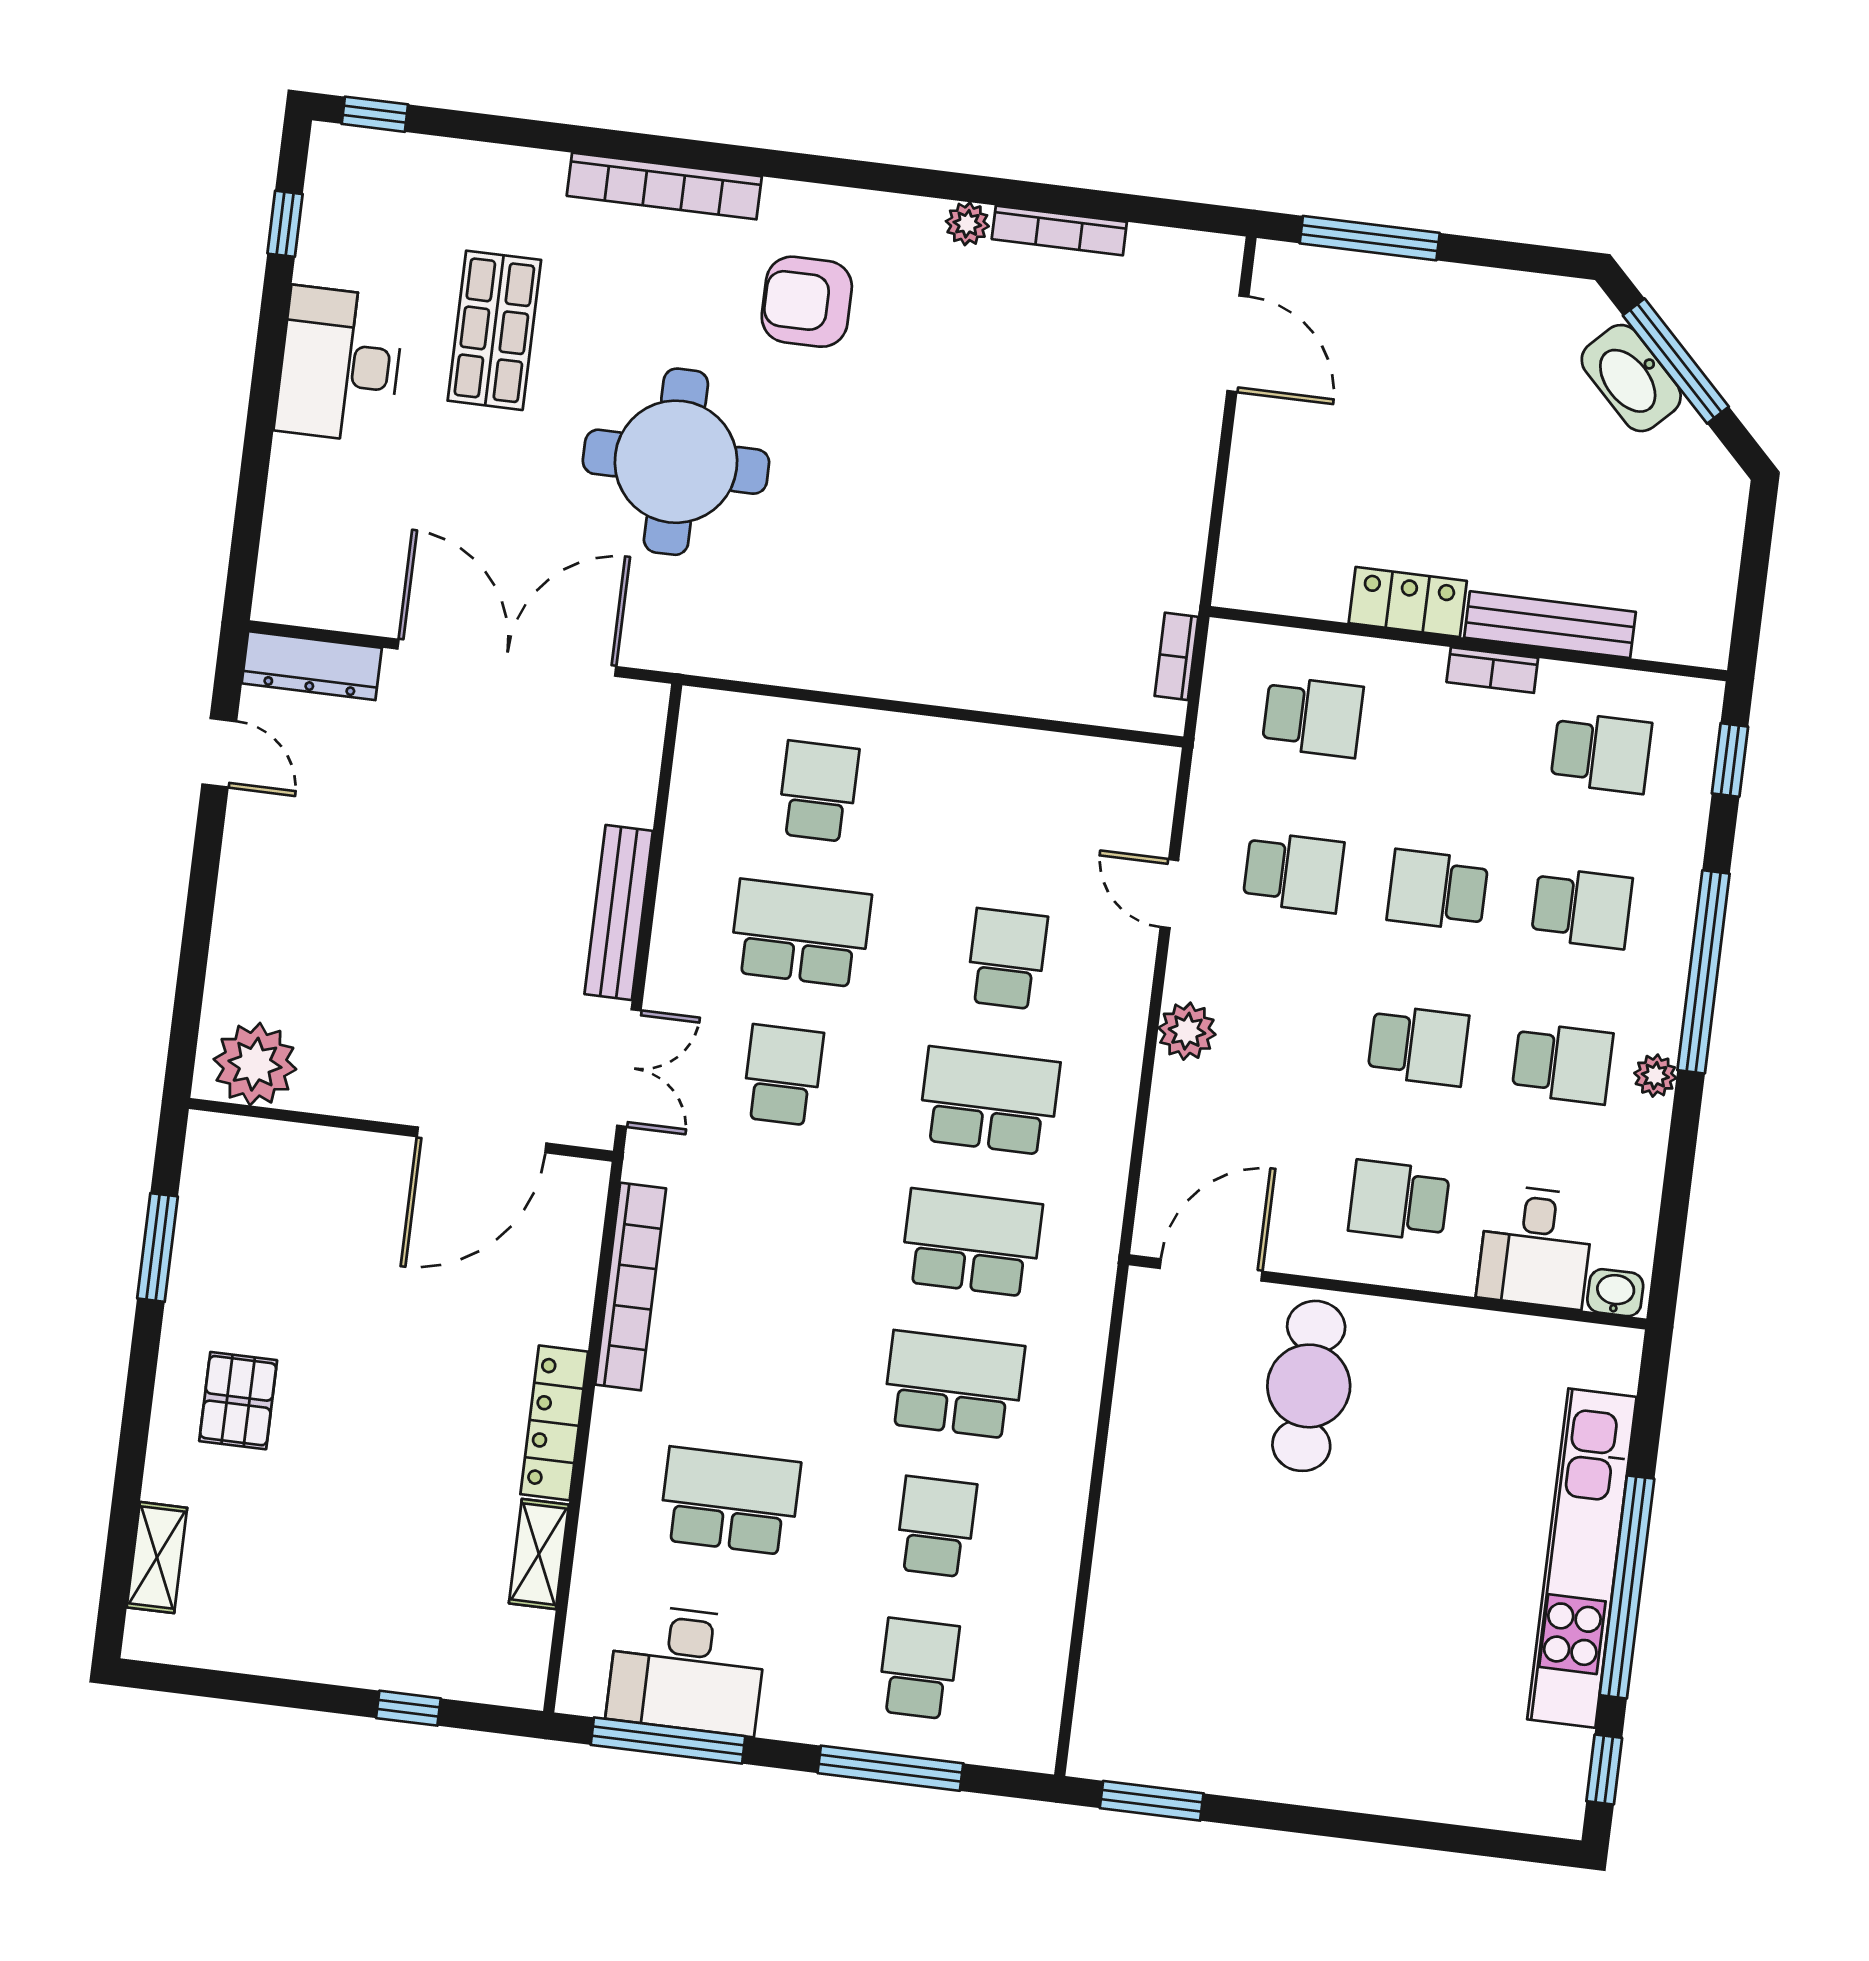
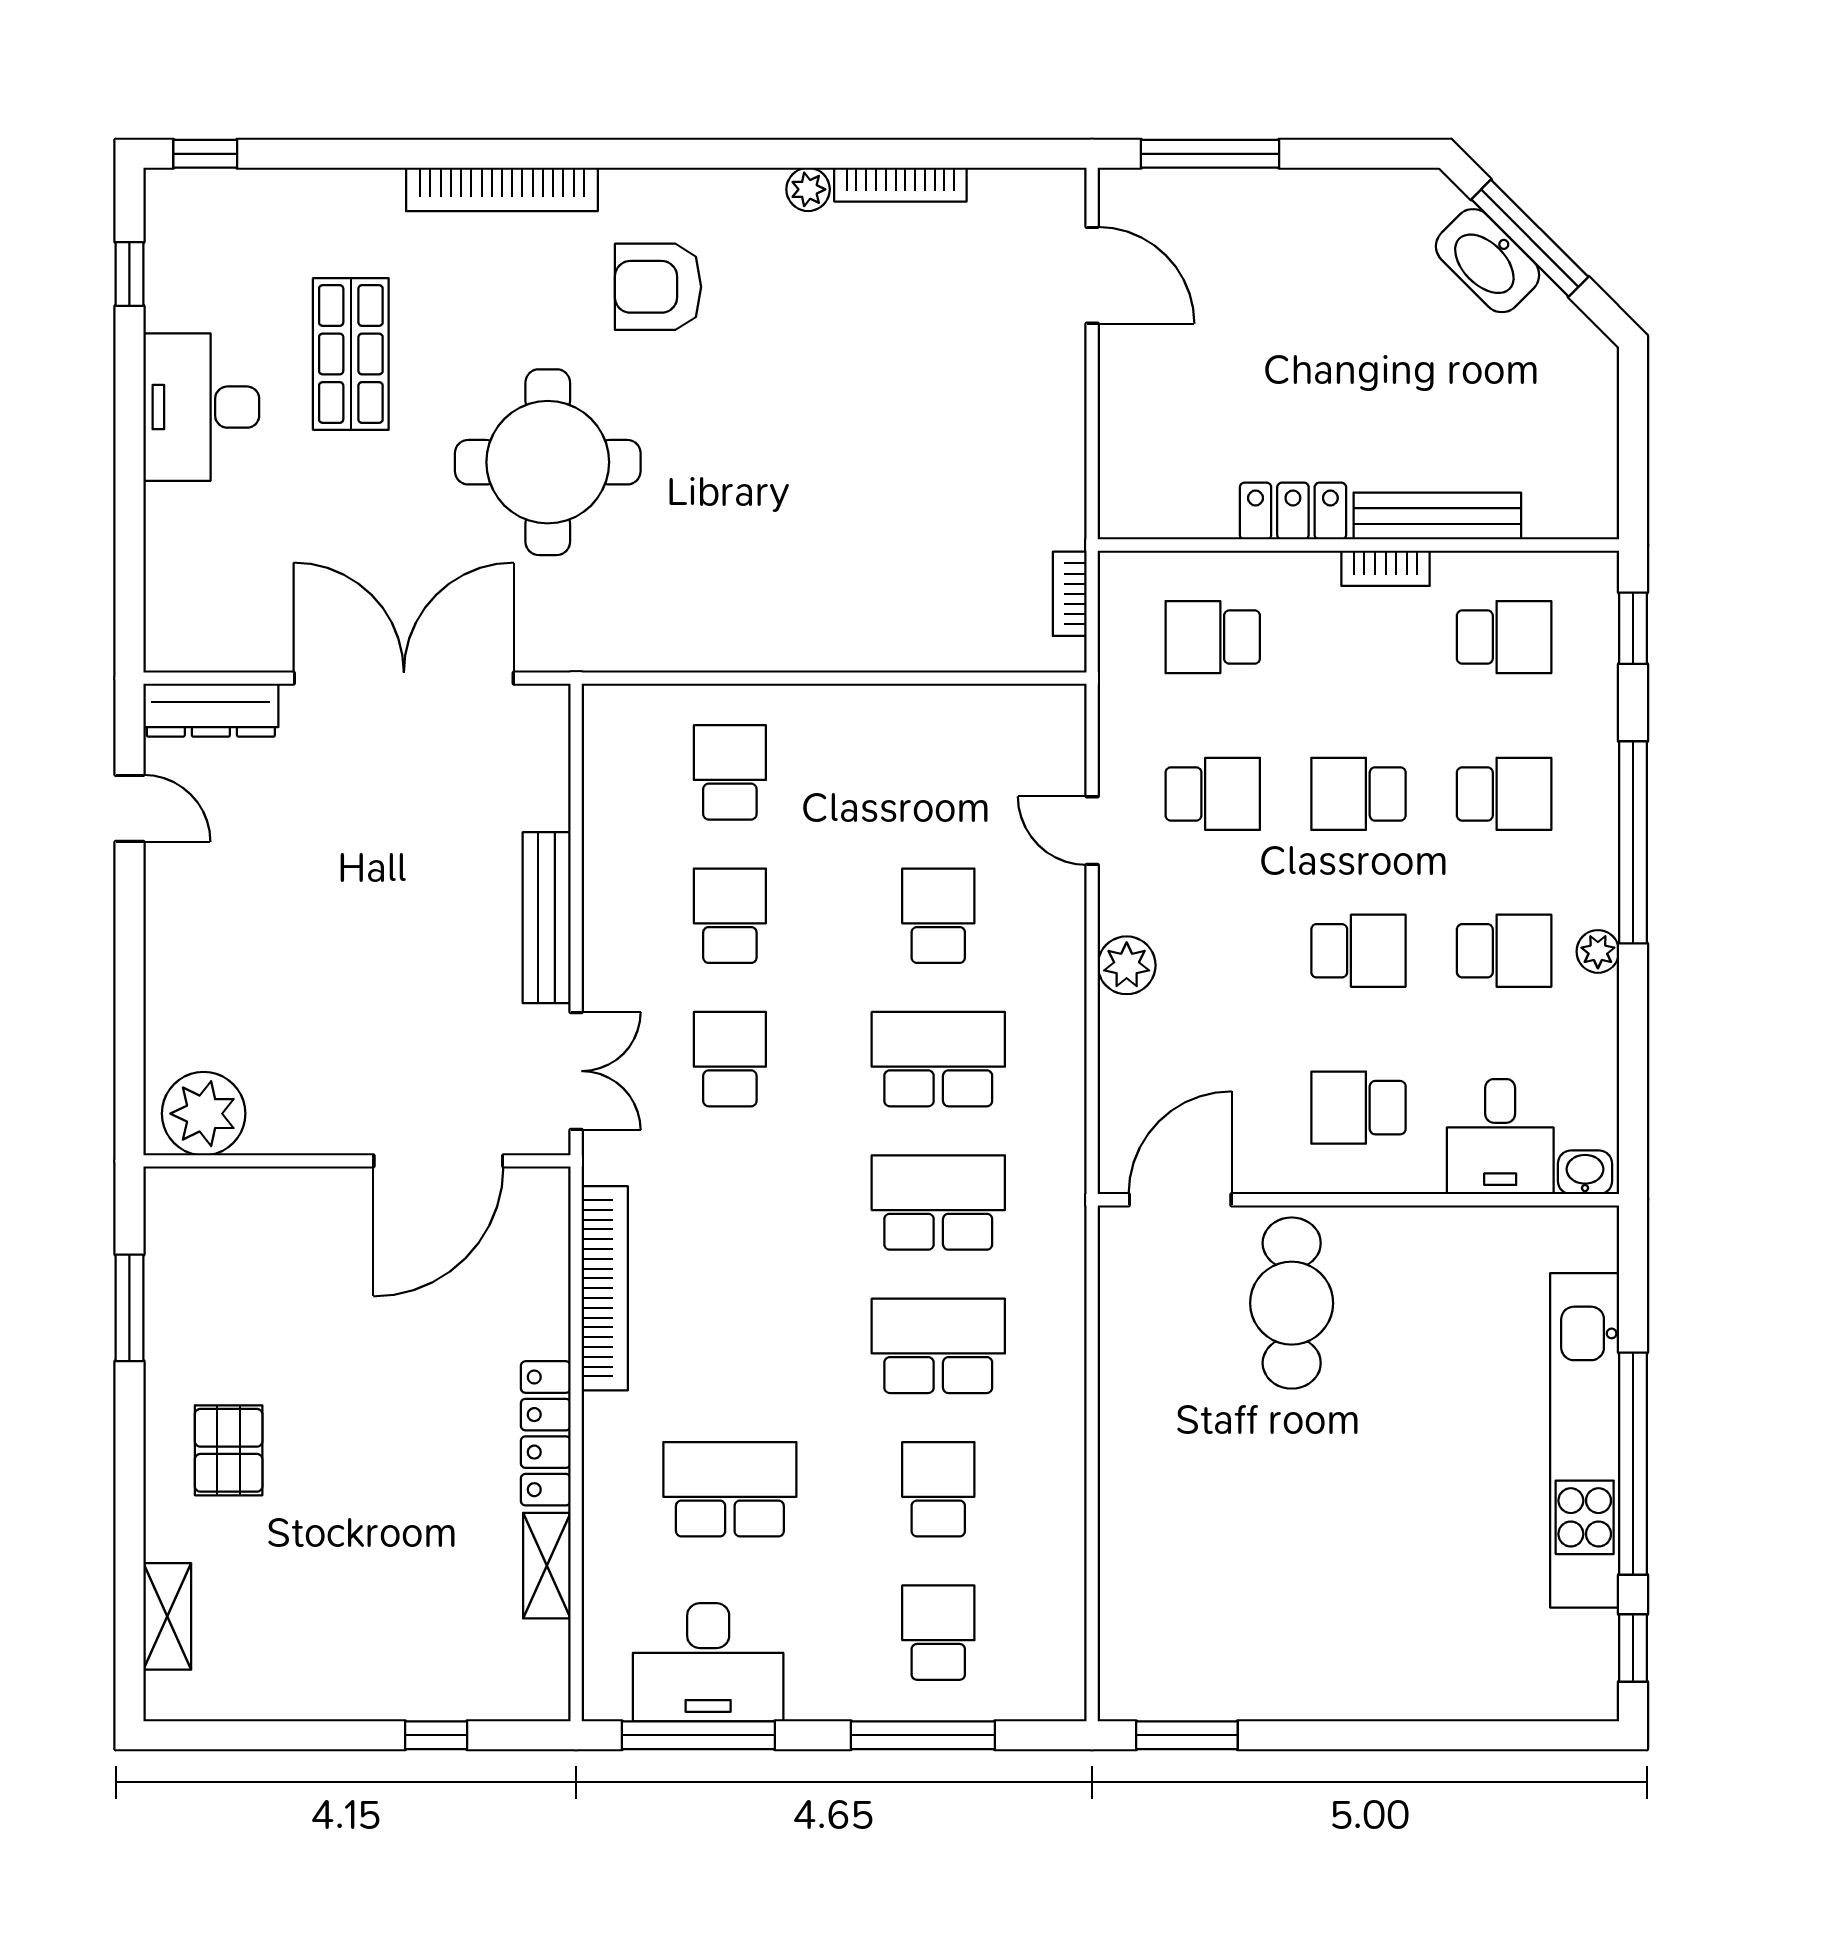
school desk: (1313, 717) -> (1213, 637), turned 180
school desk: (800, 933) -> (730, 916), width x0.54

